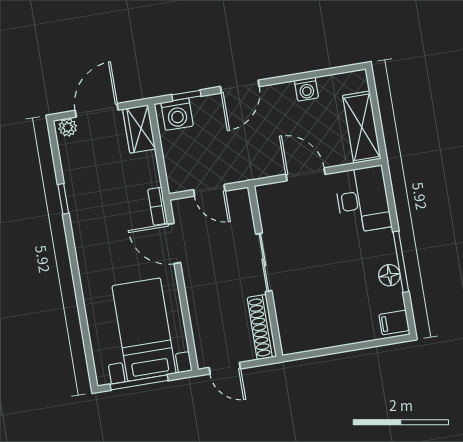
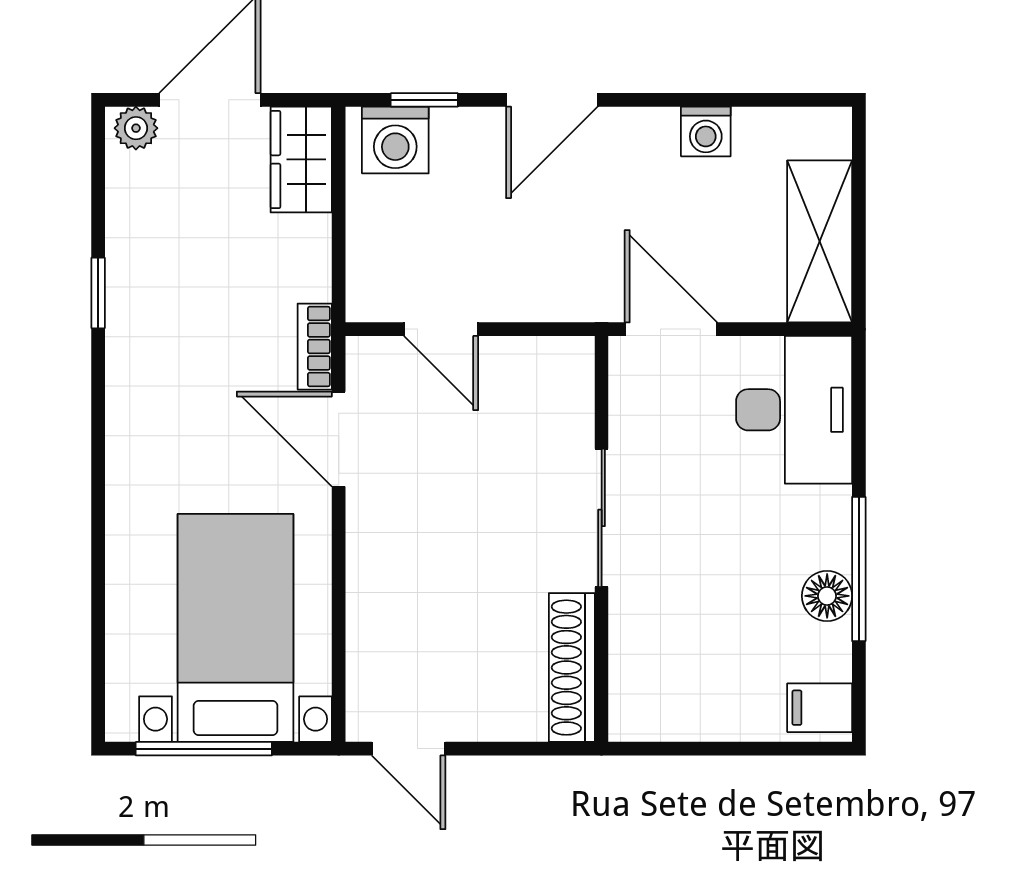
sliding door: (264, 262) -> (602, 518), moved
wall: (265, 271) -> (602, 539), moved
shoe rack: (262, 327) -> (572, 668), moved

